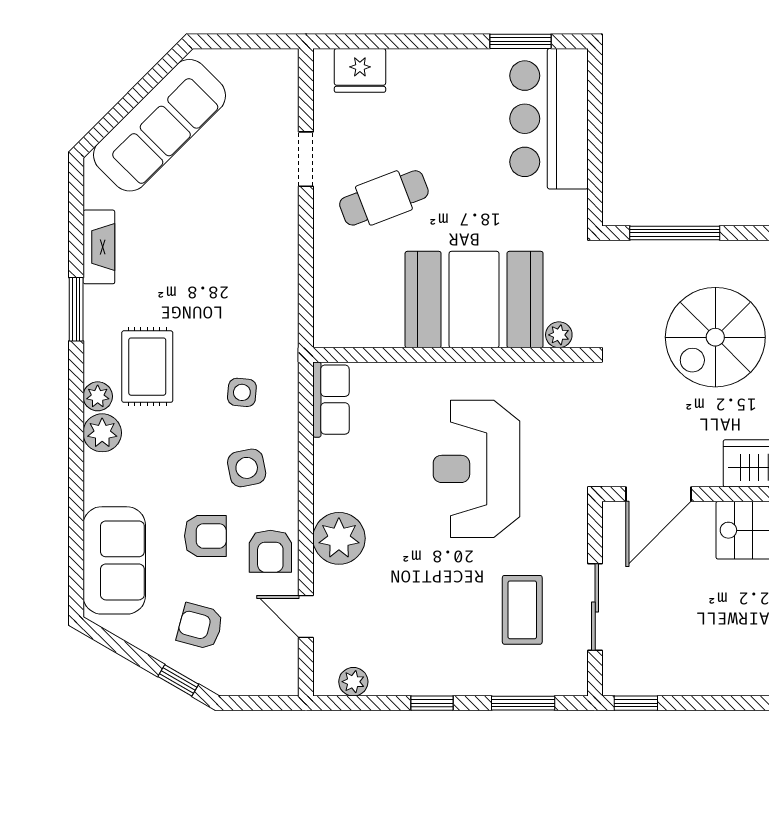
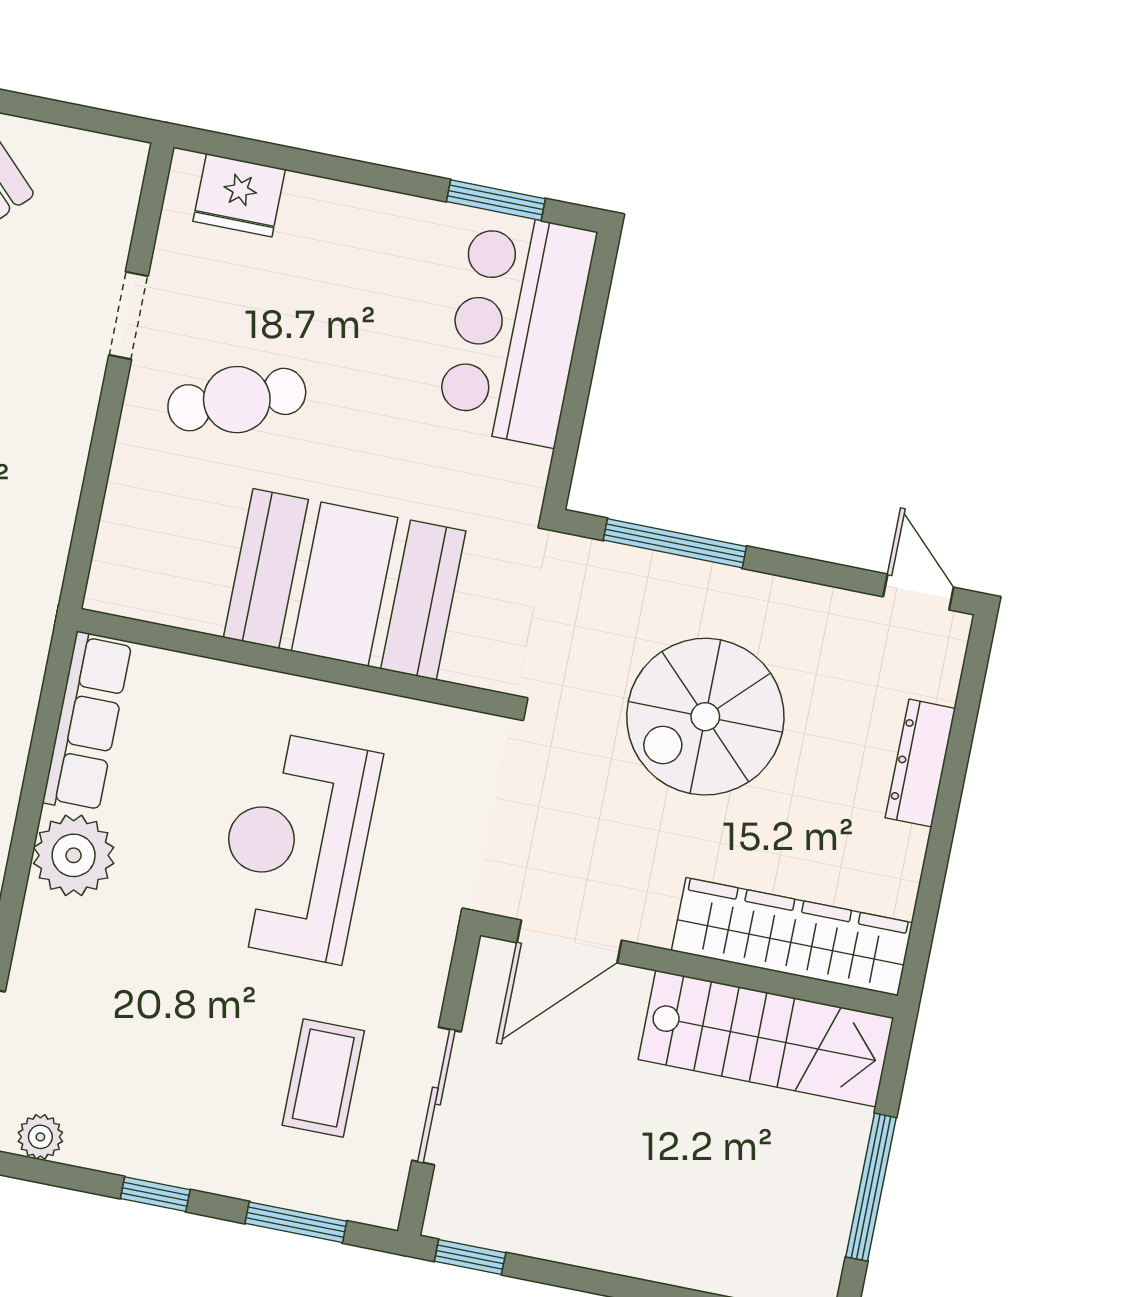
plant: (559, 335) -> (465, 665), removed
row of seats: (331, 400) -> (87, 722), width x1.48
plant: (339, 538) -> (74, 855), moved

